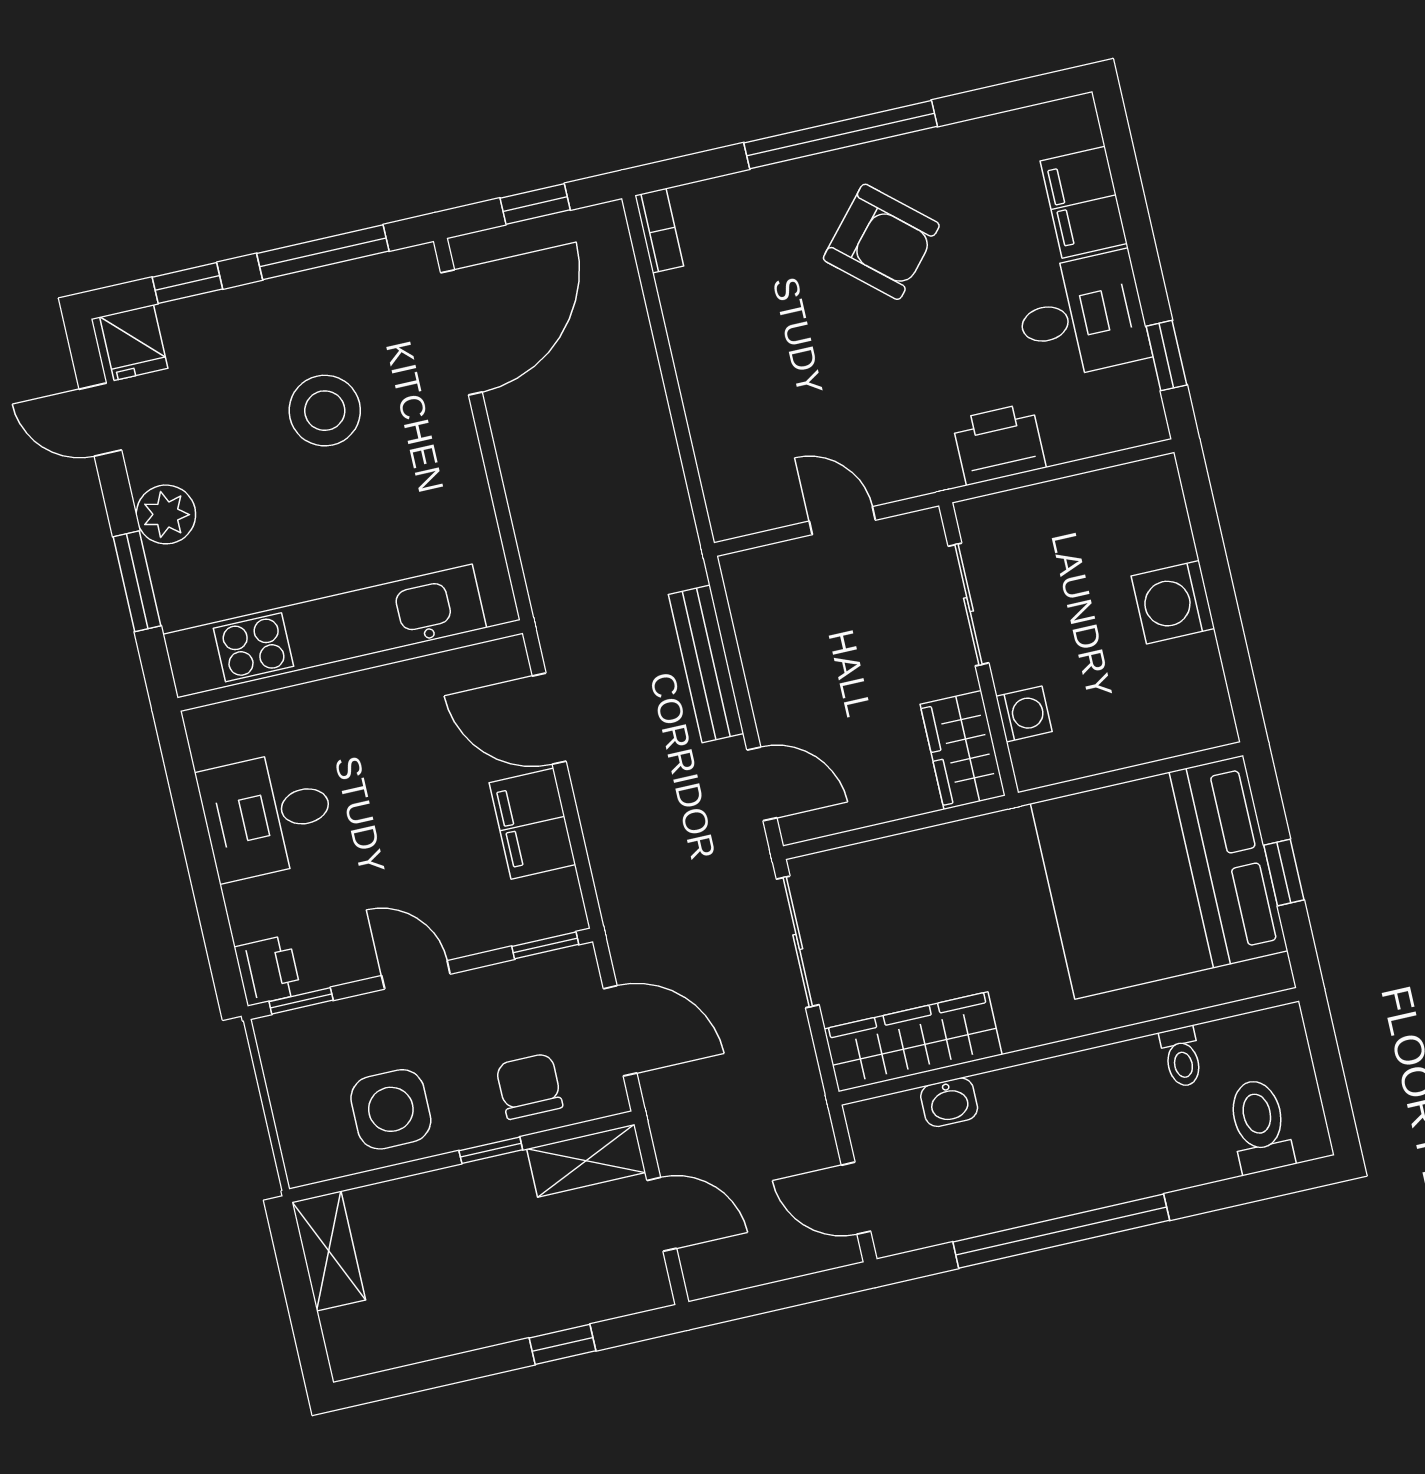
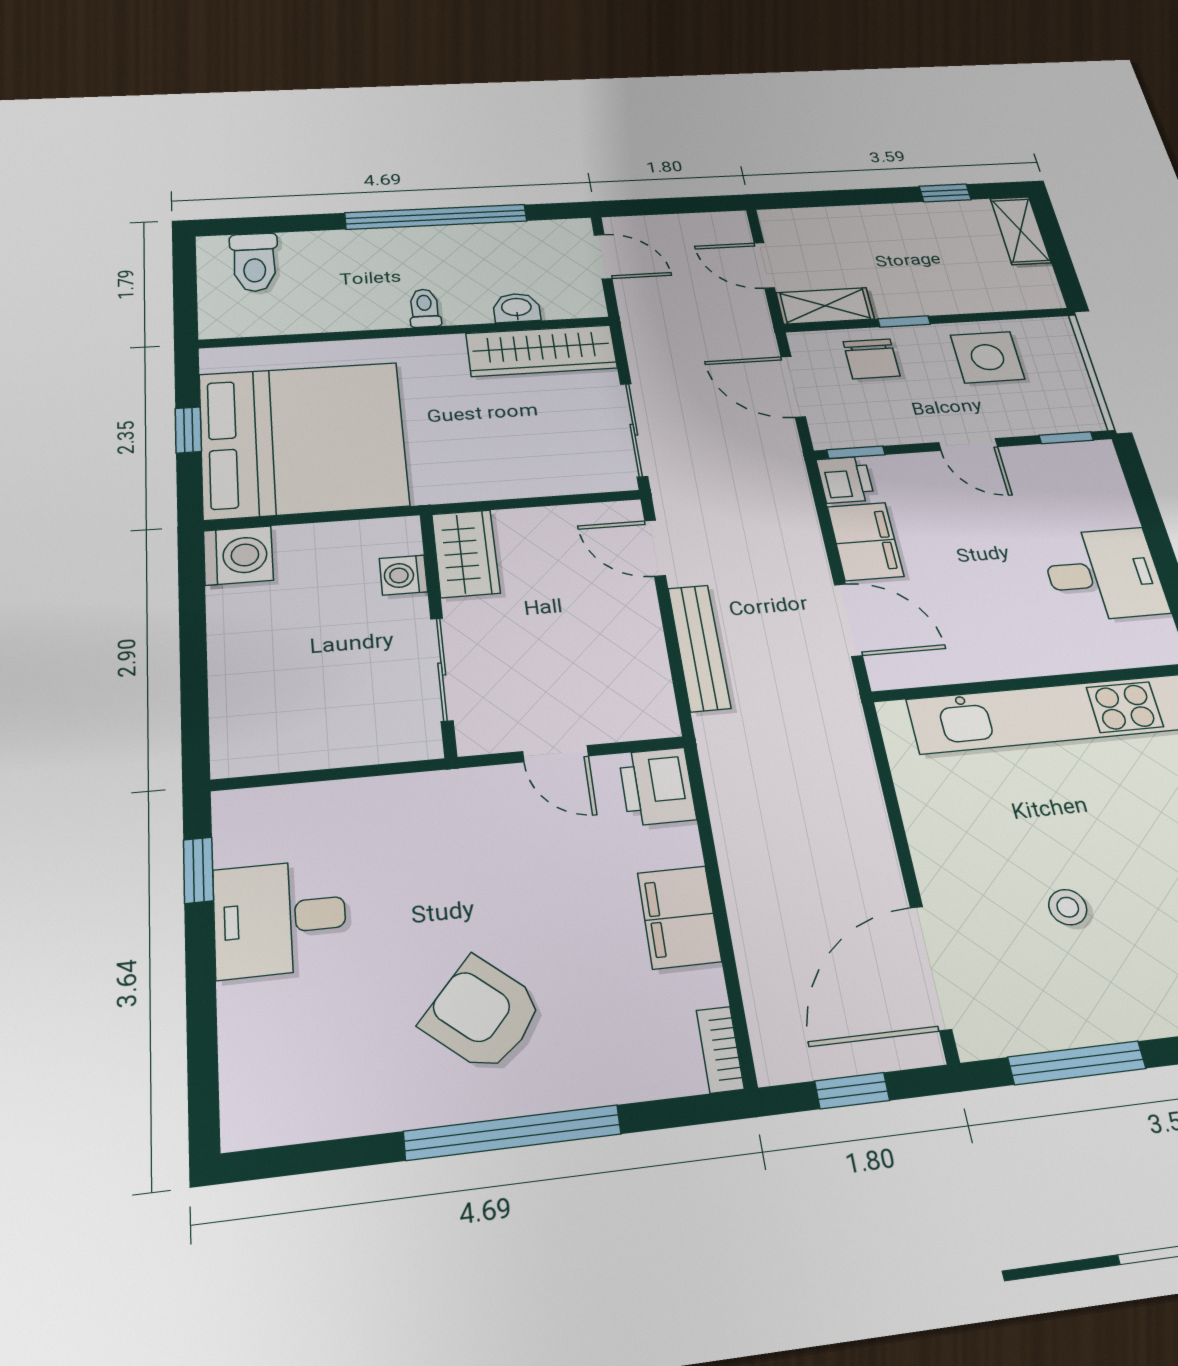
filing cabinet: (1084, 202) -> (679, 917), moved, turned 180
stool: (325, 411) -> (1068, 907), width x0.53, depth x0.53
printer: (999, 444) -> (657, 786), moved, turned 90
washing machine: (1173, 602) -> (238, 555), moved
printer: (268, 970) -> (845, 480), moved, turned 180
toilet: (1182, 1057) -> (425, 308), moved
shelving: (329, 1251) -> (1020, 230), moved
window: (562, 1344) -> (945, 193), moved

